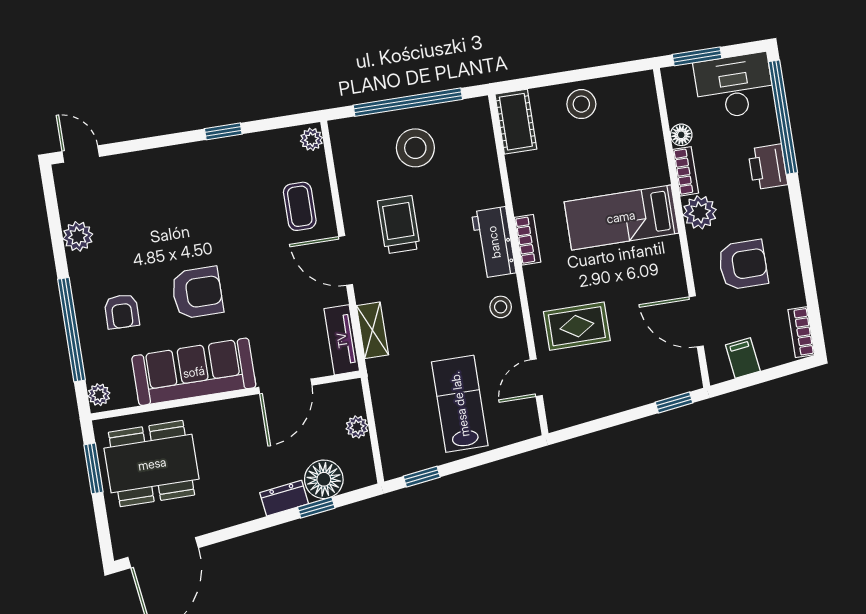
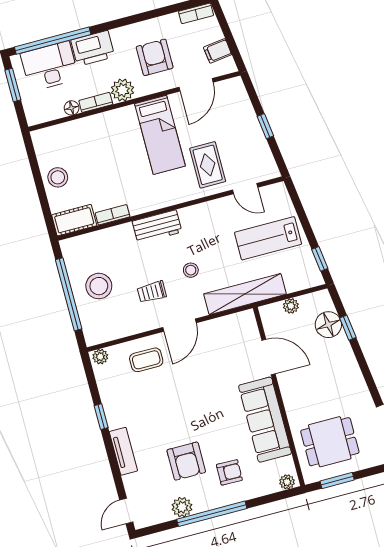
window: (697, 56) -> (13, 85), moved
desk: (734, 86) -> (50, 66), moved, turned 90
printer: (768, 167) -> (93, 48), width x1.37, depth x1.19
bed: (621, 217) -> (160, 135), moved
trolley: (399, 225) -> (152, 292), width x0.73, depth x0.72
bookcase: (528, 240) -> (113, 215), moved
armchair: (197, 293) -> (186, 461), moved, turned 180
stool: (501, 307) -> (191, 270), moved
window: (71, 330) -> (212, 514), moved
shelving: (372, 330) -> (245, 294), width x2.20, depth x1.33
tv unit: (342, 340) -> (123, 451), moved, turned -90
window: (674, 402) -> (265, 126), moved
dining table: (152, 464) -> (330, 442), width x0.73
dresser: (284, 498) -> (344, 350), removed

